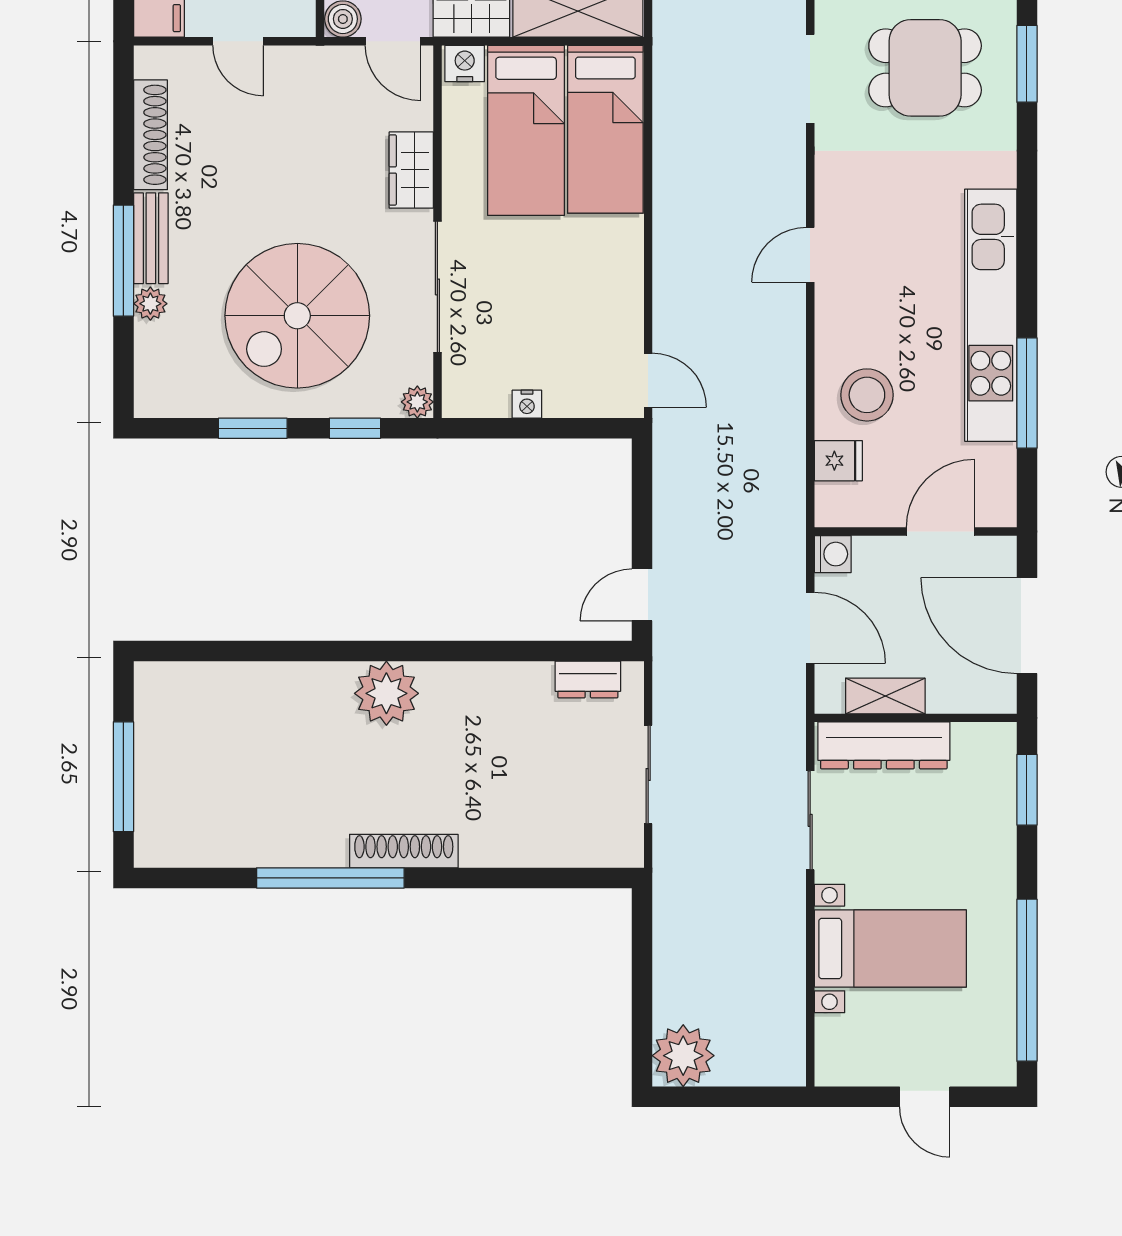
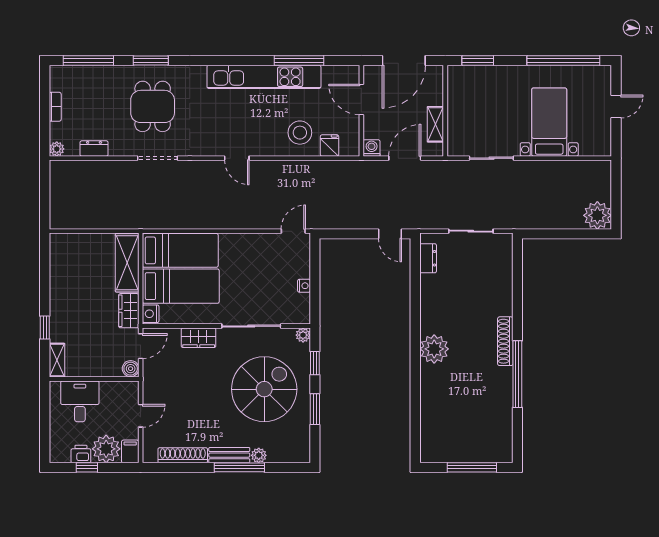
spiral stairs: (297, 316) -> (264, 389), turned -90
dresser: (884, 745) -> (458, 125), removed

